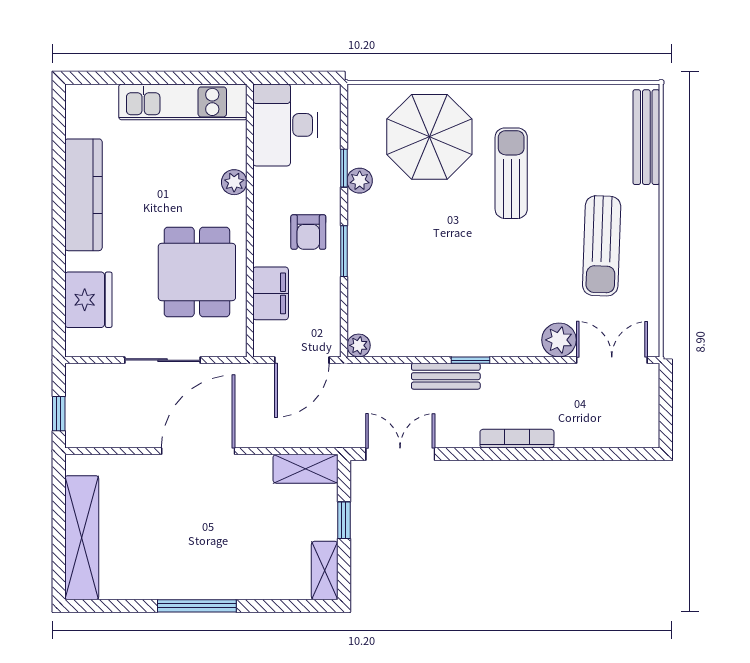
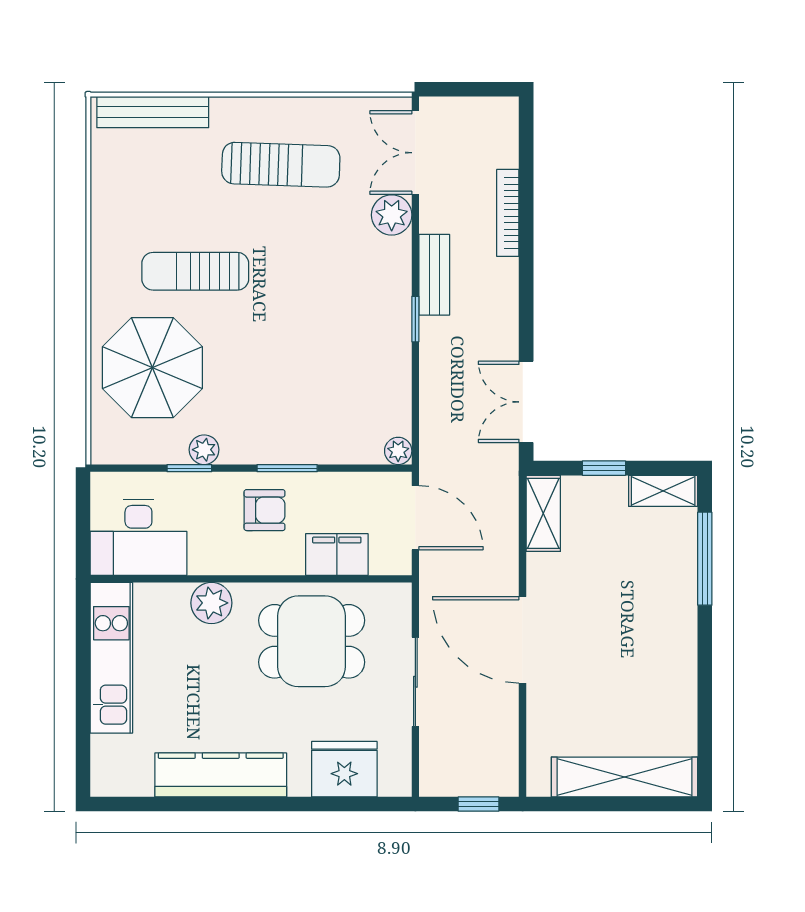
plant: (234, 182) -> (211, 603), width x1.38, depth x1.38
bench: (446, 376) -> (434, 275), moved
bookcase: (517, 439) -> (508, 213), moved
window: (197, 606) -> (705, 559), moved

